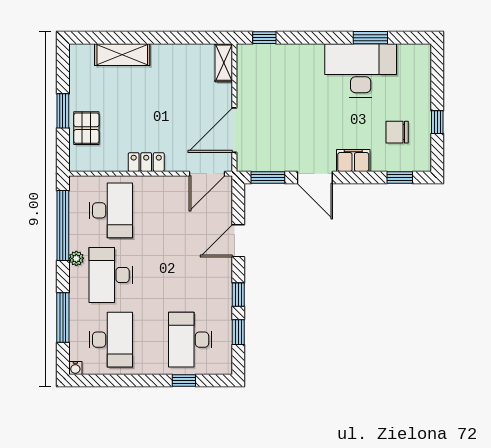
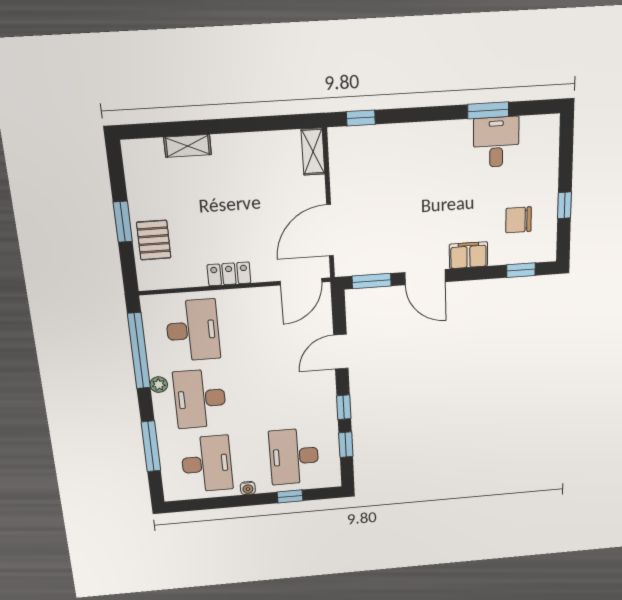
shelving: (122, 55) -> (188, 146), width x0.67, depth x0.75
desk: (361, 70) -> (496, 142), width x0.53, depth x0.77
water cooler: (75, 368) -> (248, 488), moved

